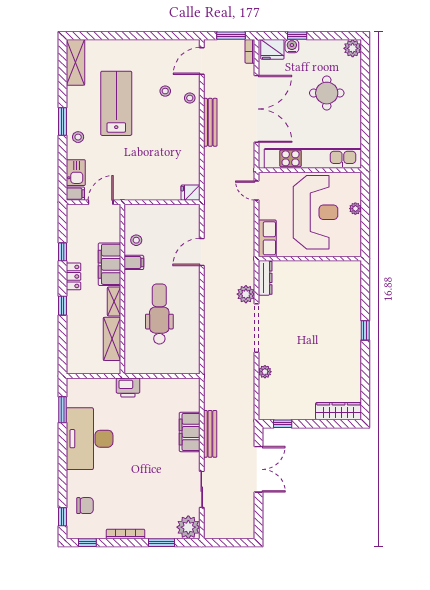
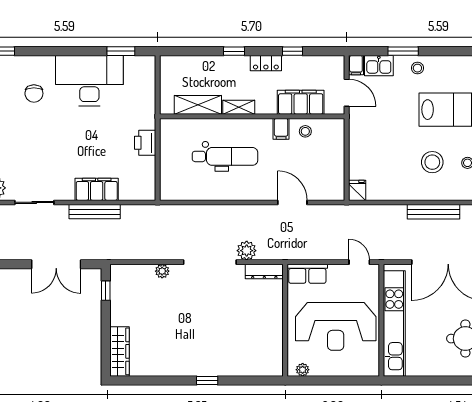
stool: (190, 98) -> (432, 162), moved, width x1.89, depth x1.89
window: (63, 122) -> (403, 51), moved
door: (257, 190) -> (359, 262), hinge flipped
plant: (355, 209) -> (303, 370), moved
filing cabinet: (109, 264) -> (301, 102), moved
printer: (128, 387) -> (145, 143), moved
chair: (85, 506) -> (34, 93), moved

